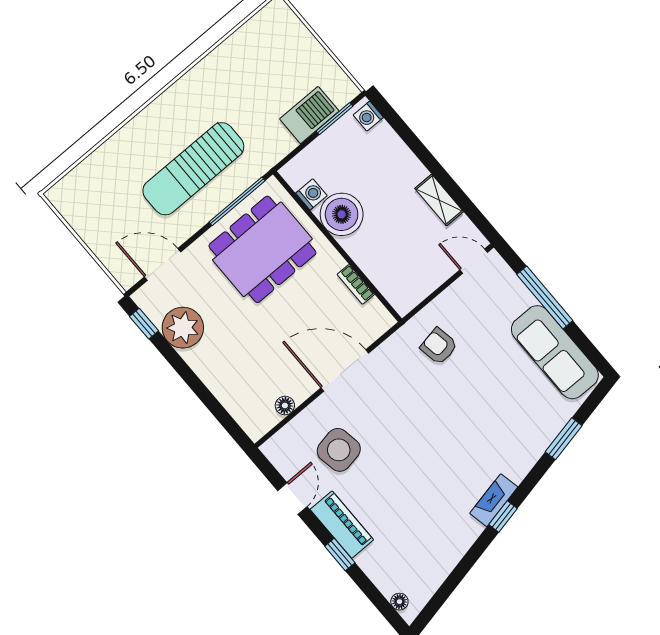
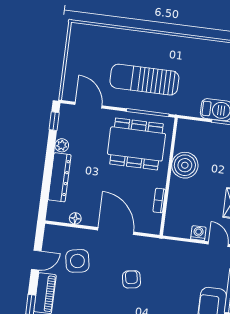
washing machine: (311, 194) -> (198, 233), moved, turned -90
plant: (183, 328) -> (62, 145), width x0.53, depth x0.53
armchair: (439, 346) -> (131, 279), moved
dresser: (218, 379) -> (60, 177), added

